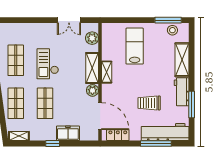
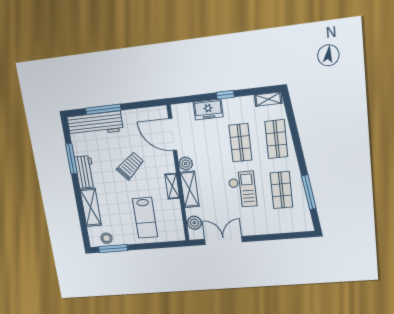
double door: (69, 20) -> (223, 241), width x1.37
trolley: (149, 103) -> (130, 166), moved, turned -41
locker: (118, 135) -> (149, 114), removed

